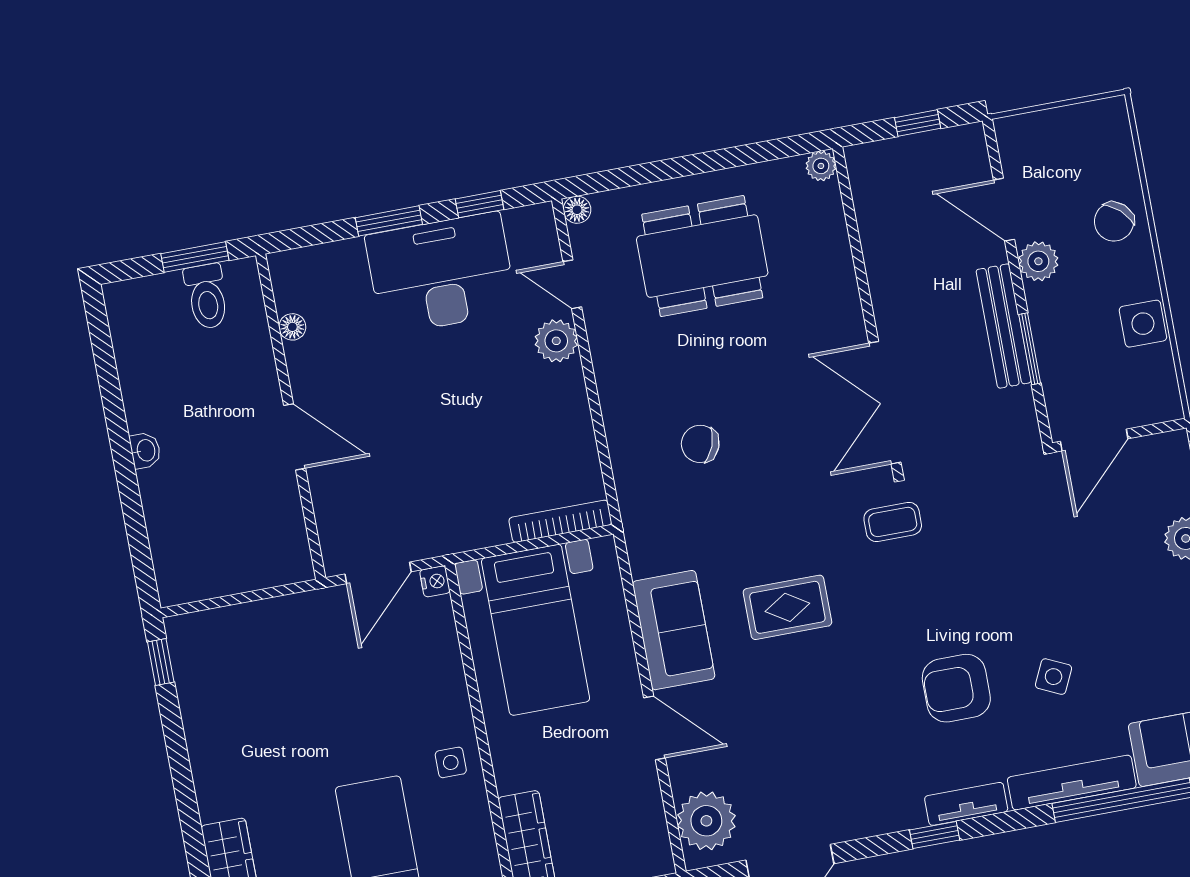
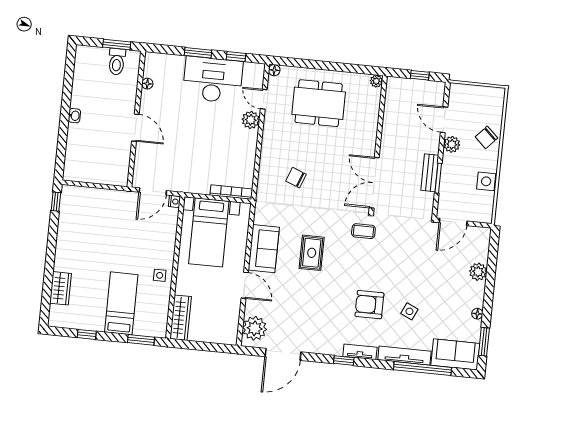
bench: (1004, 326) -> (430, 173), width x0.73
rug: (787, 607) -> (312, 253), turned 90

